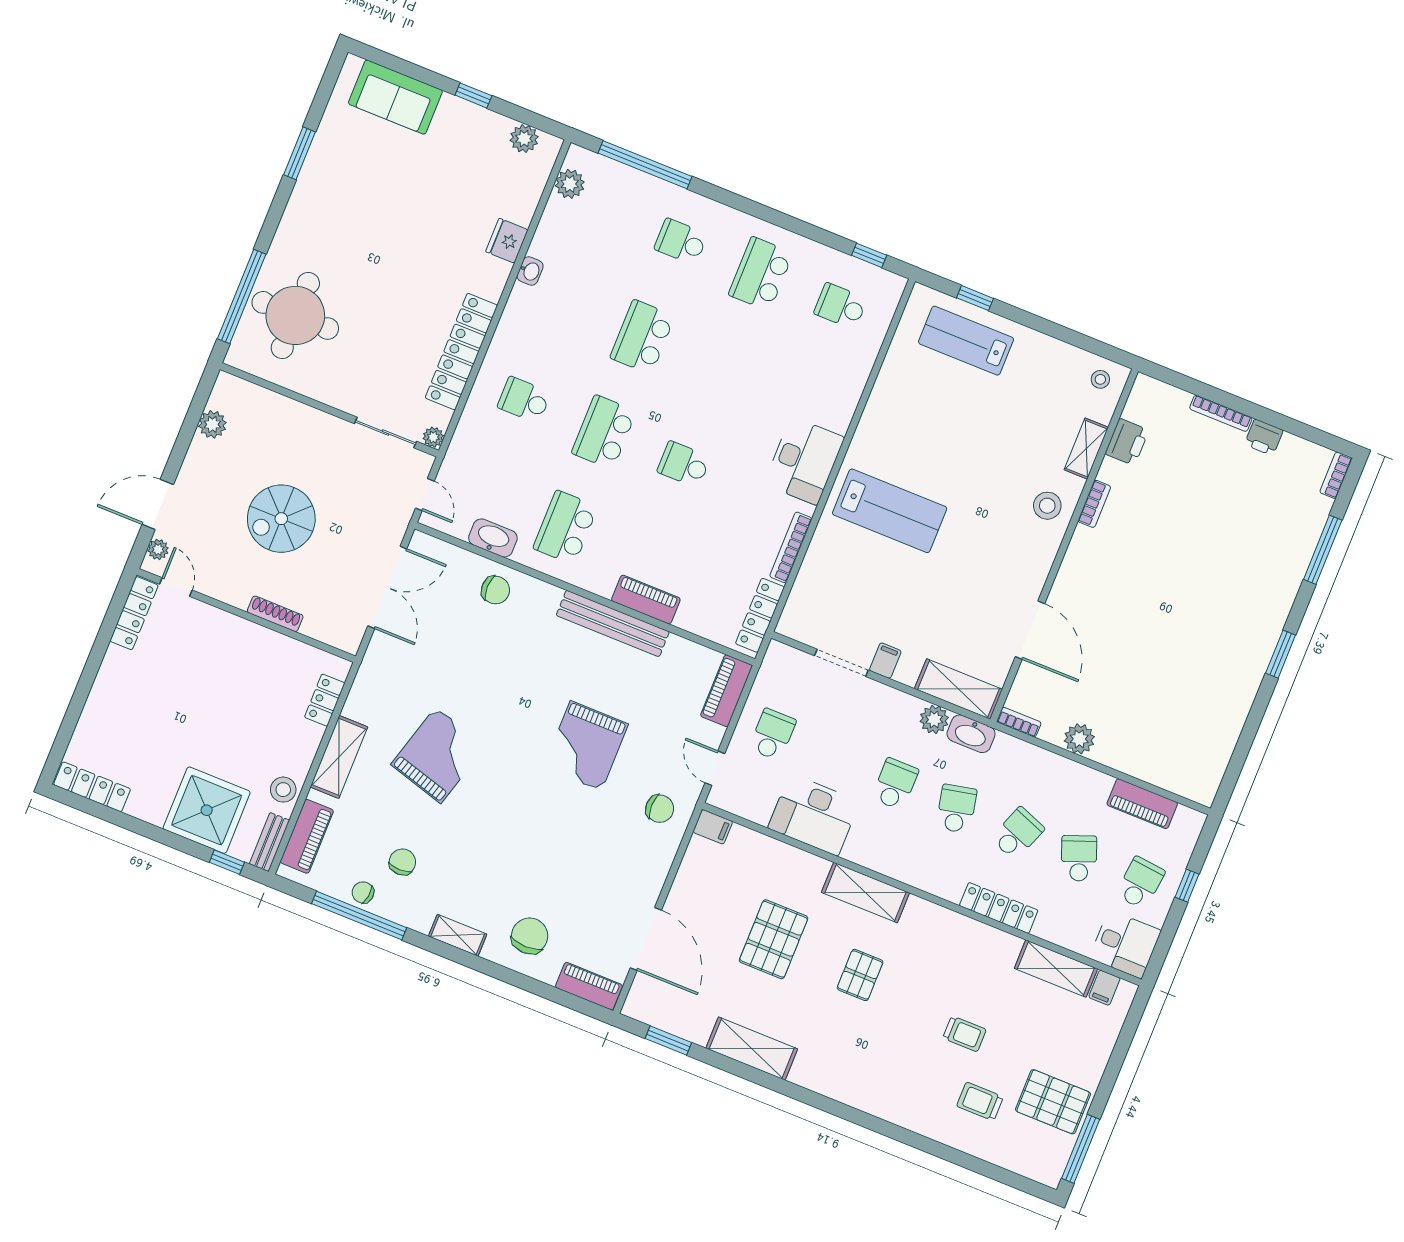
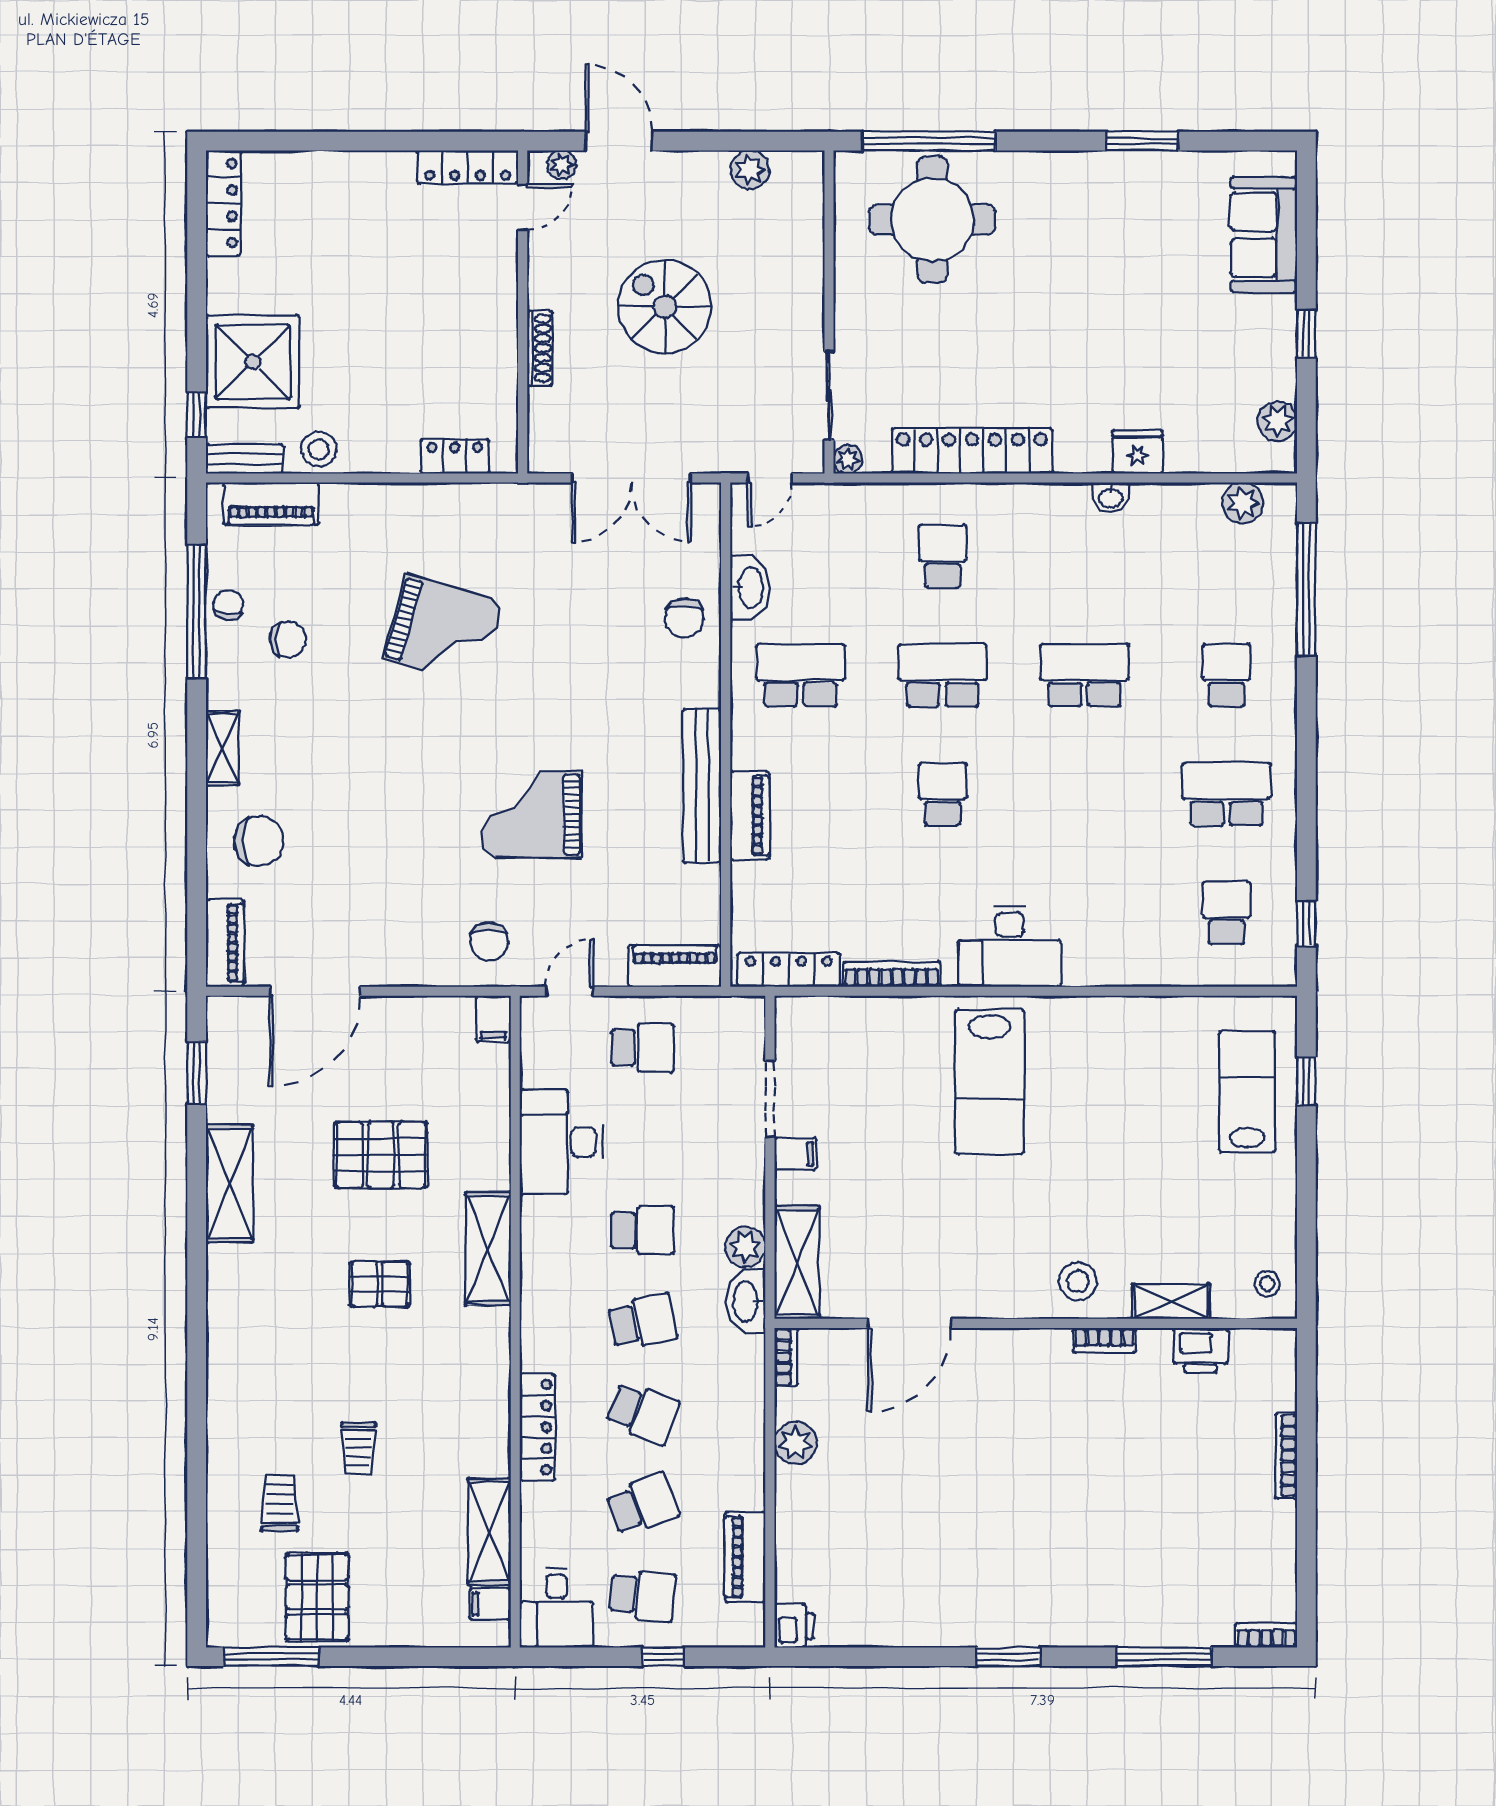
printer: (1264, 437) -> (794, 1626), moved, turned 180
shelving: (339, 757) -> (389, 504), removed

